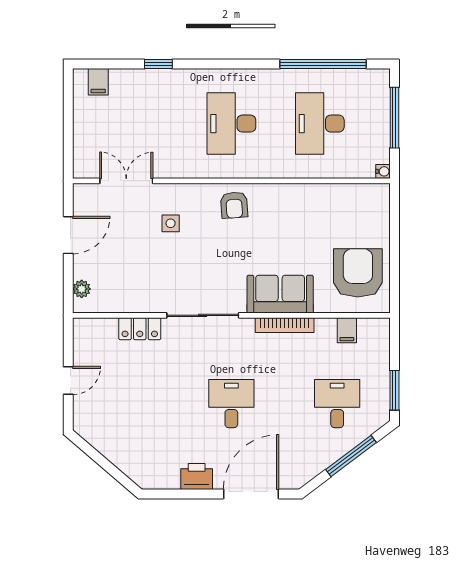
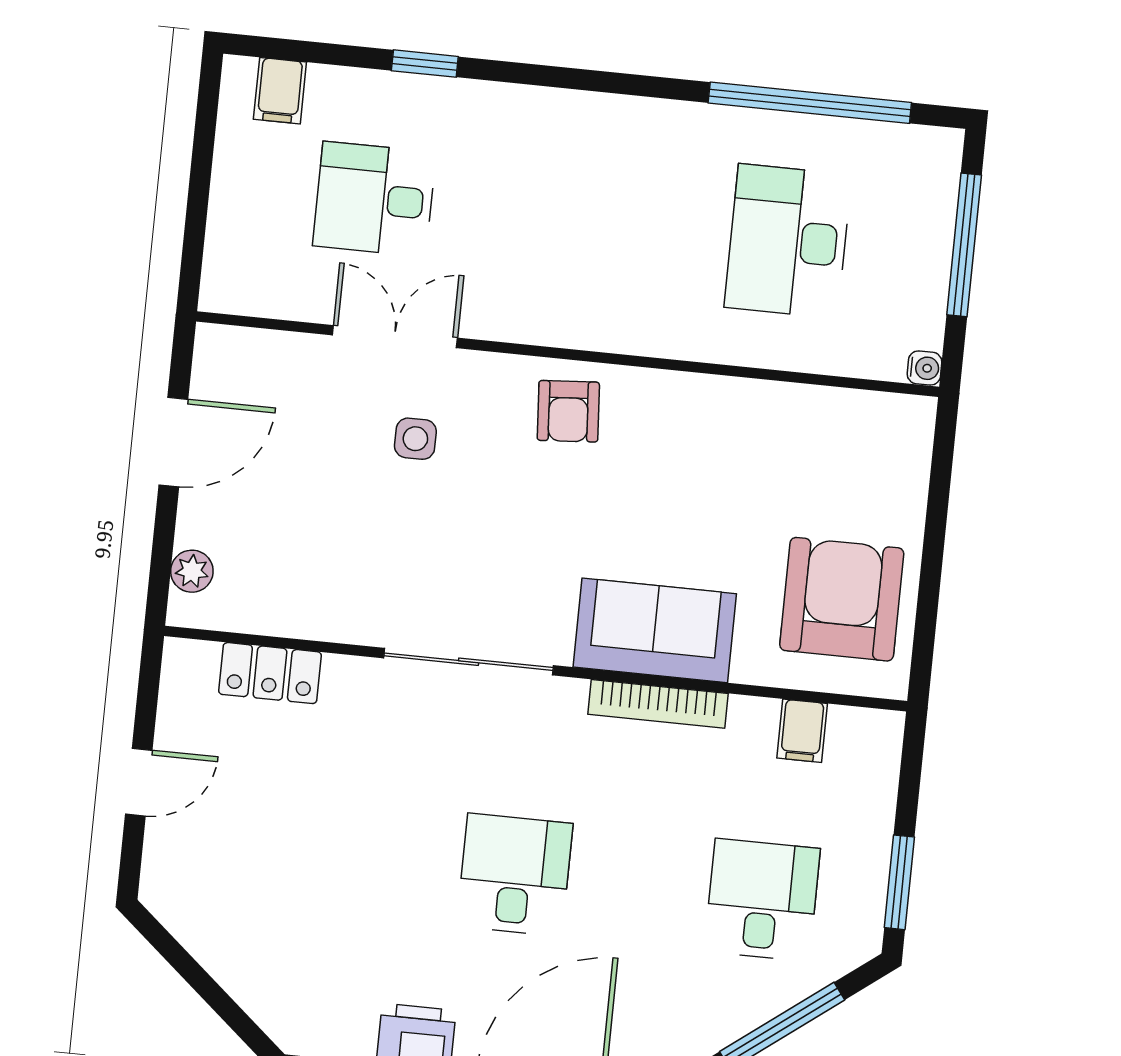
desk: (231, 124) -> (374, 199), moved, width x0.73
double door: (126, 181) -> (395, 337), moved
locker: (140, 329) -> (270, 673), moved

